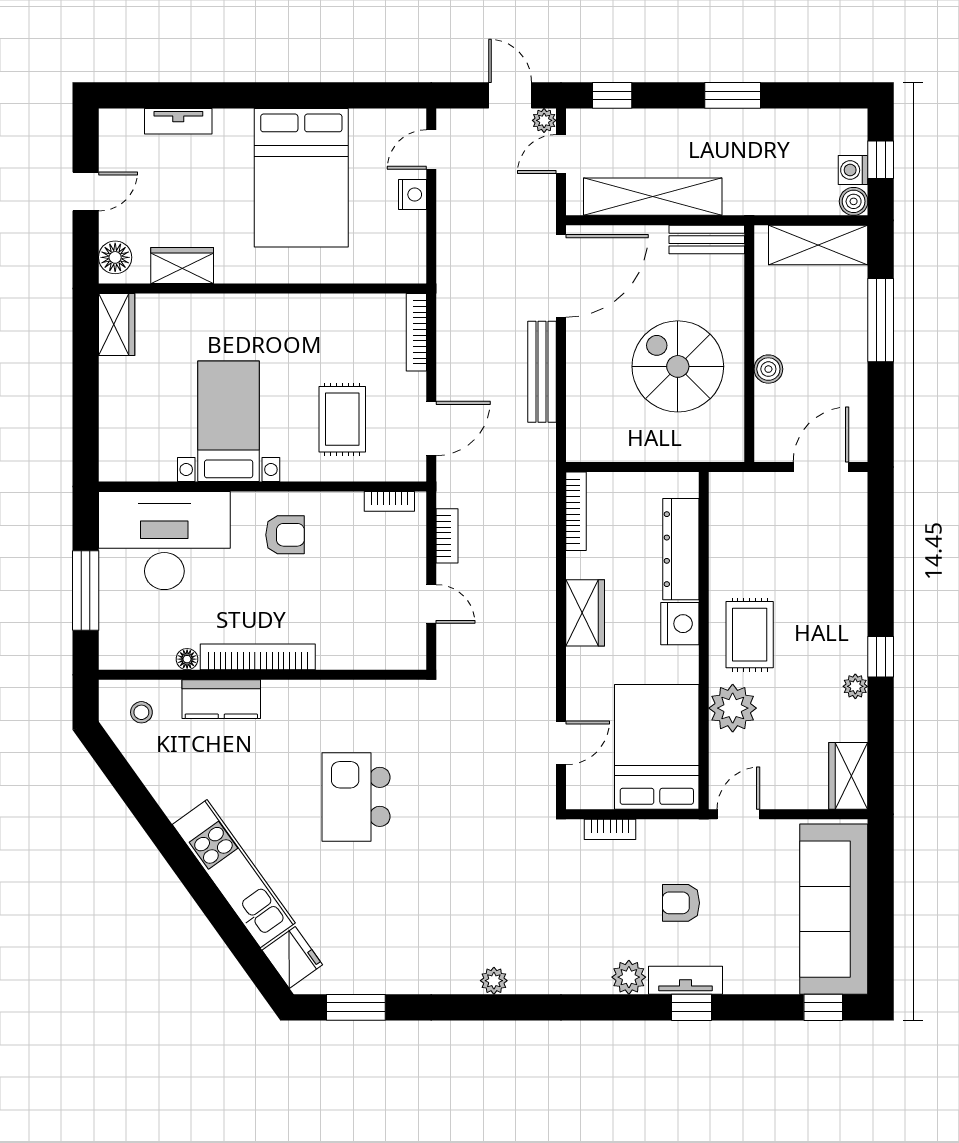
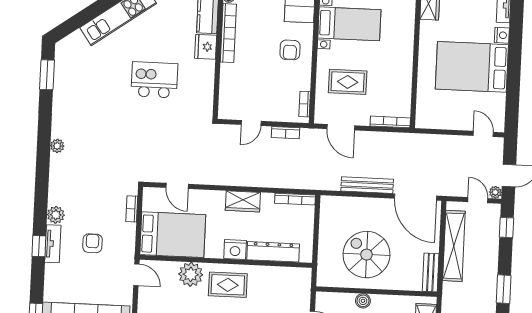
nightstand: (412, 195) -> (502, 35), moved, turned -90
spiral stairs: (678, 366) -> (366, 255), turned -90
fridge: (292, 957) -> (206, 47), moved, turned 126

